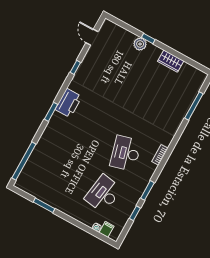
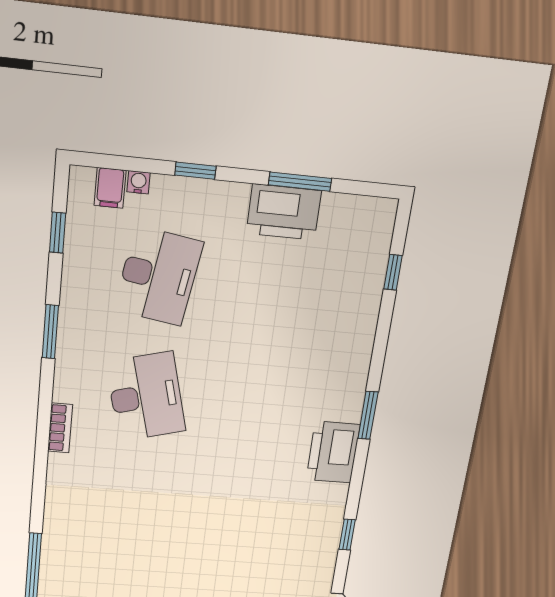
window: (24, 161) -> (393, 272), width x0.32
printer: (53, 198) -> (284, 212), added
window: (135, 213) -> (58, 233), moved
window: (77, 223) -> (195, 171), added

